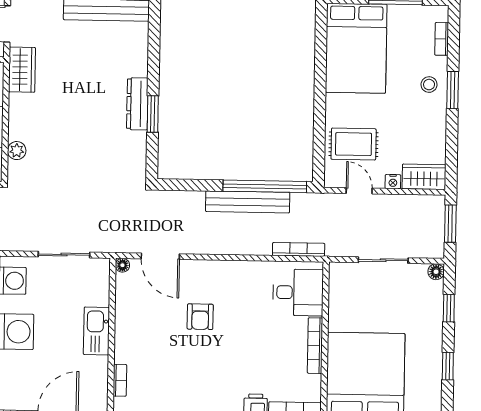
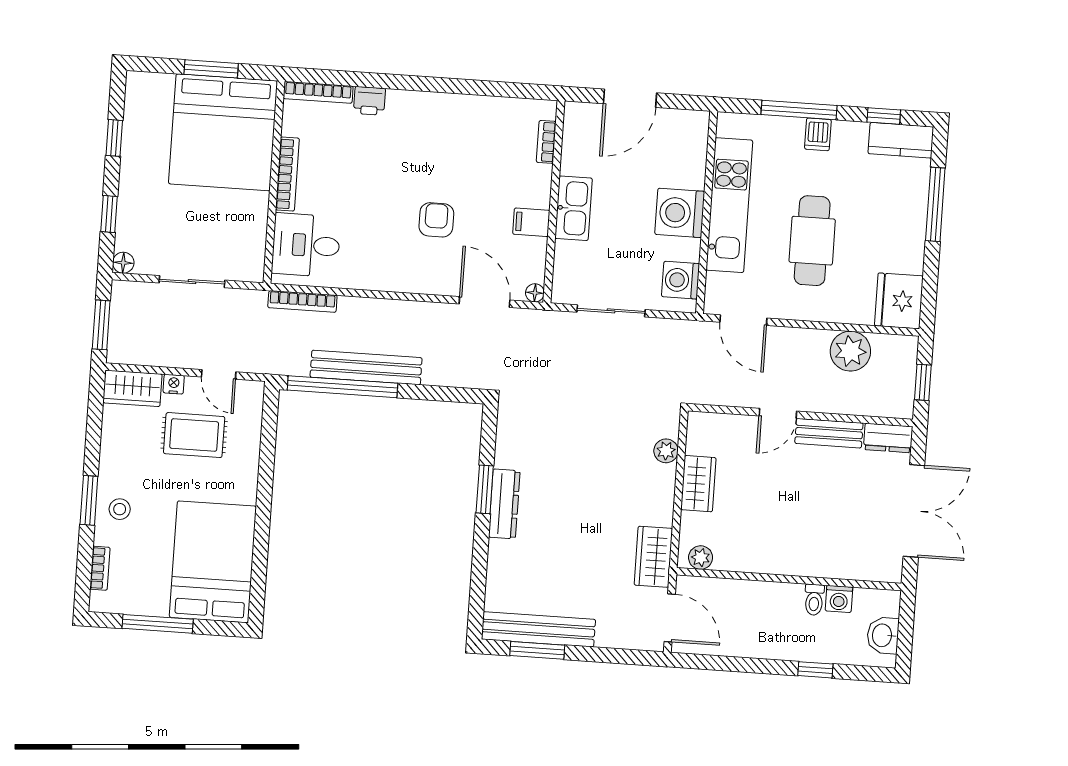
rug: (354, 144) -> (194, 435), moved
filing cabinet: (128, 319) -> (531, 222), added

